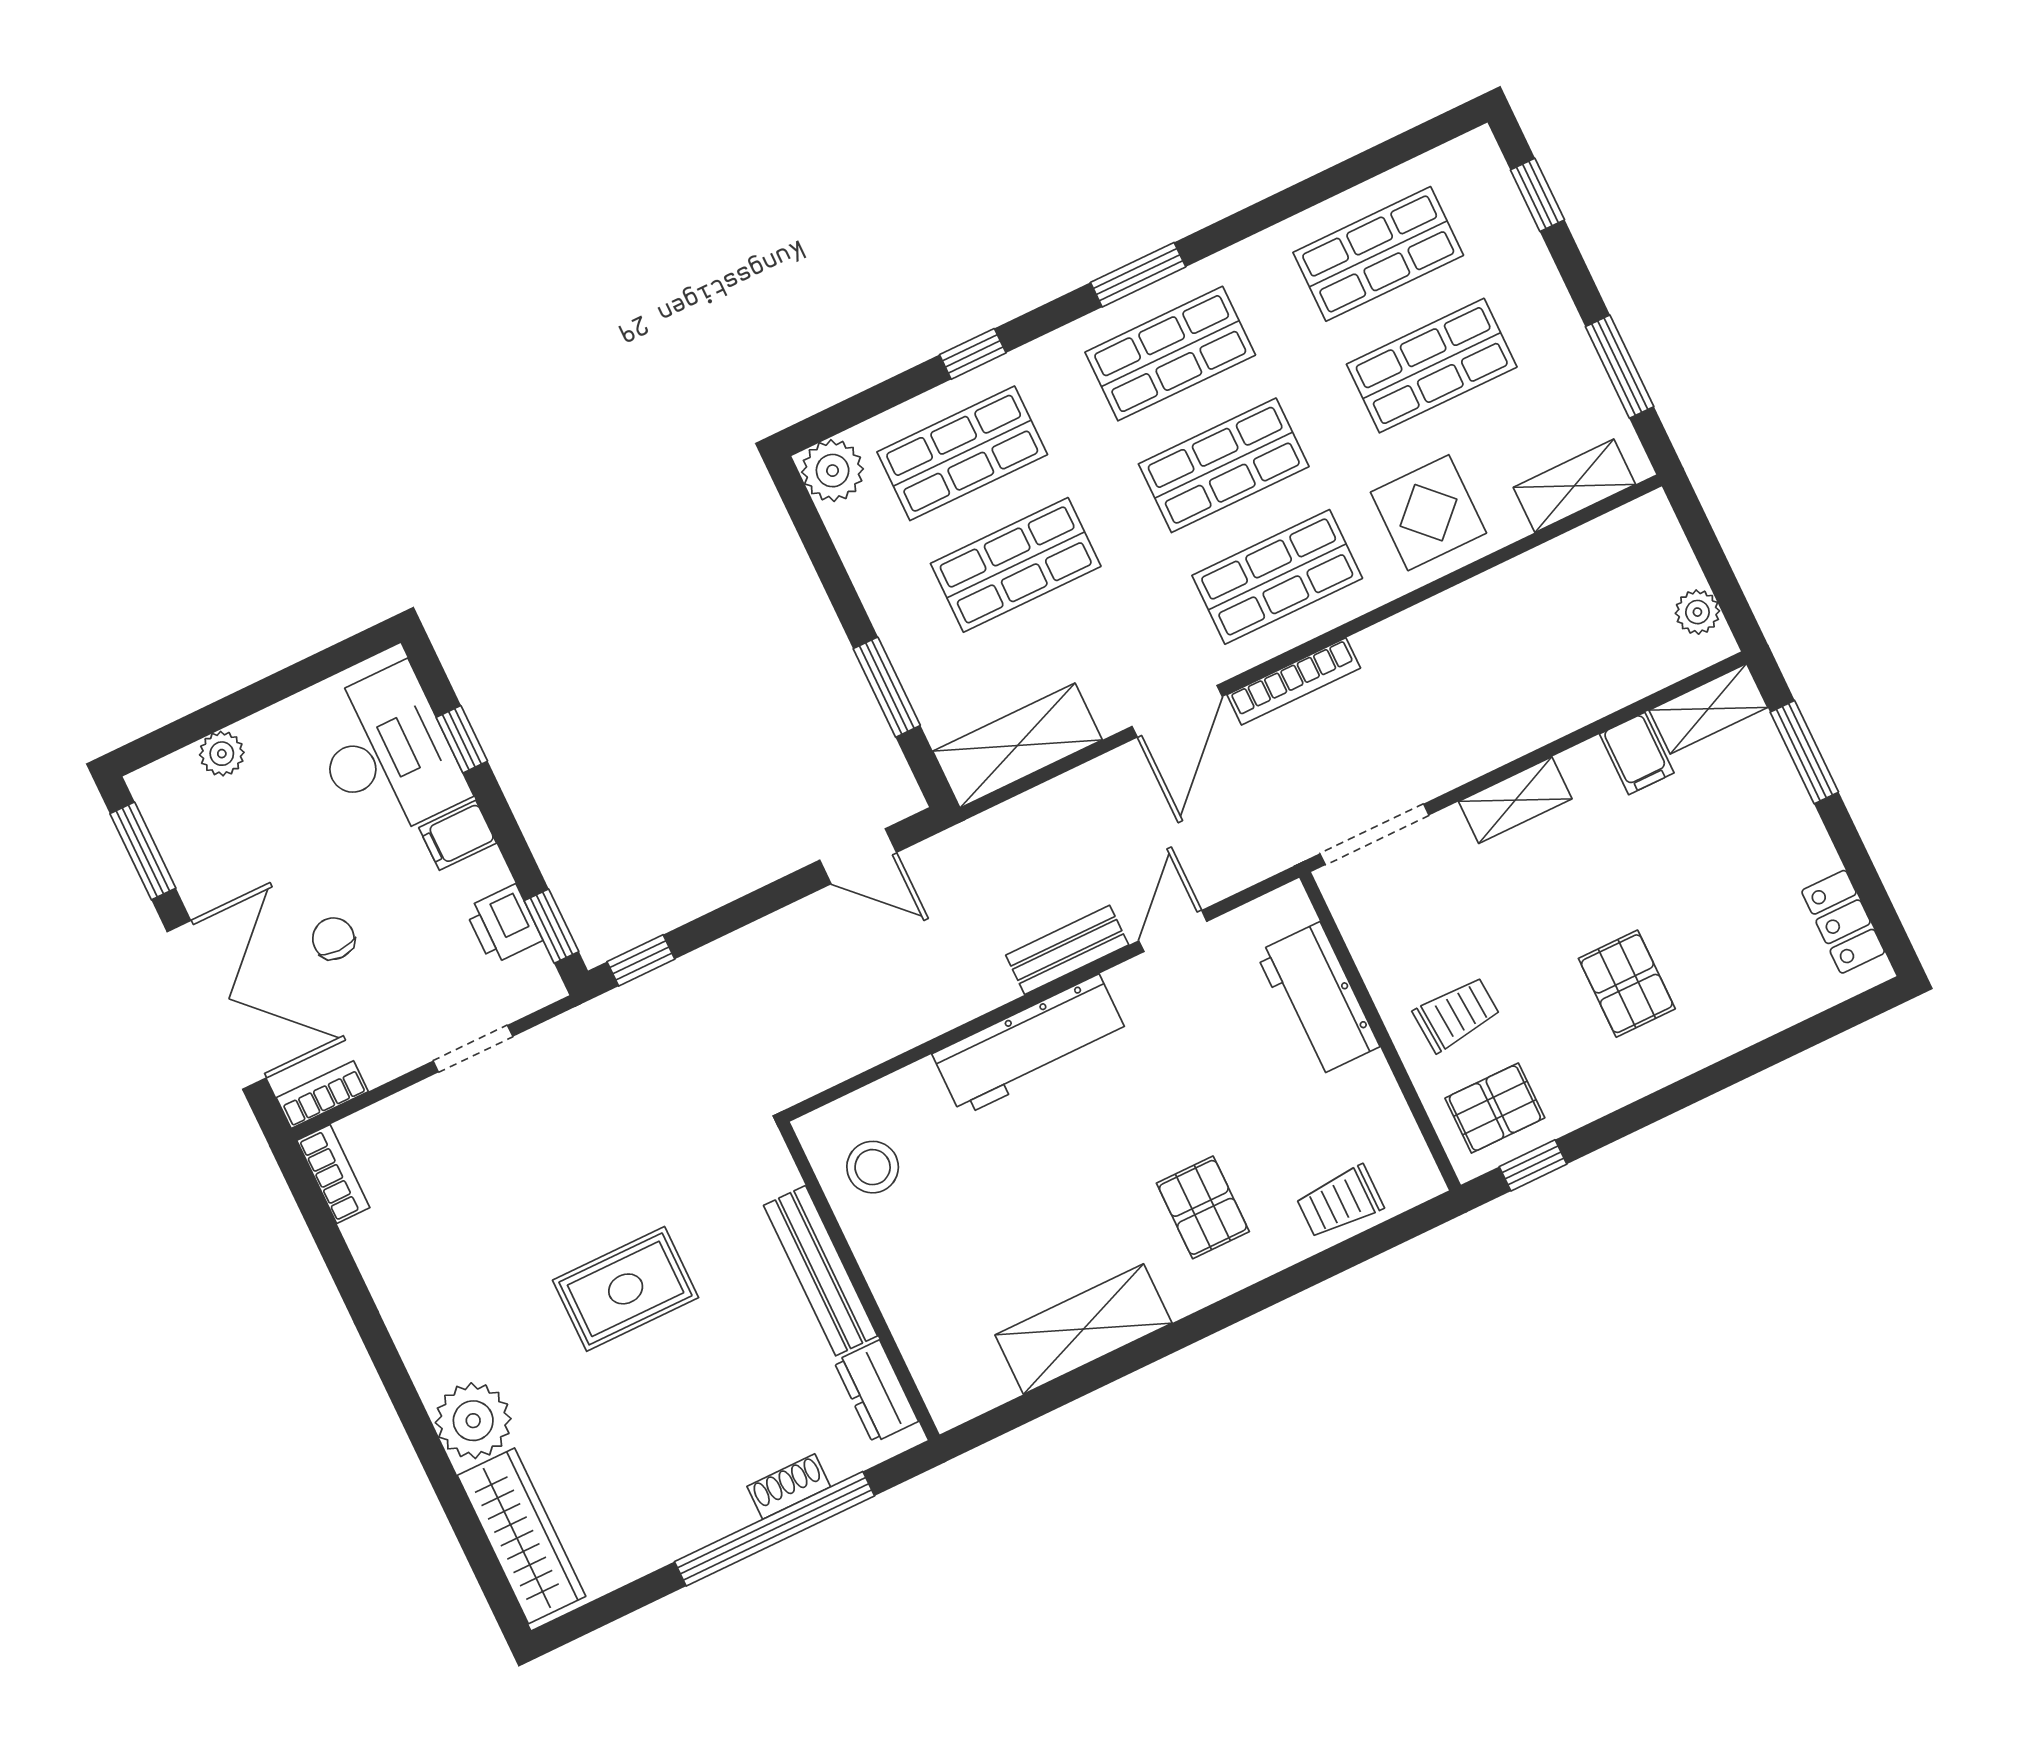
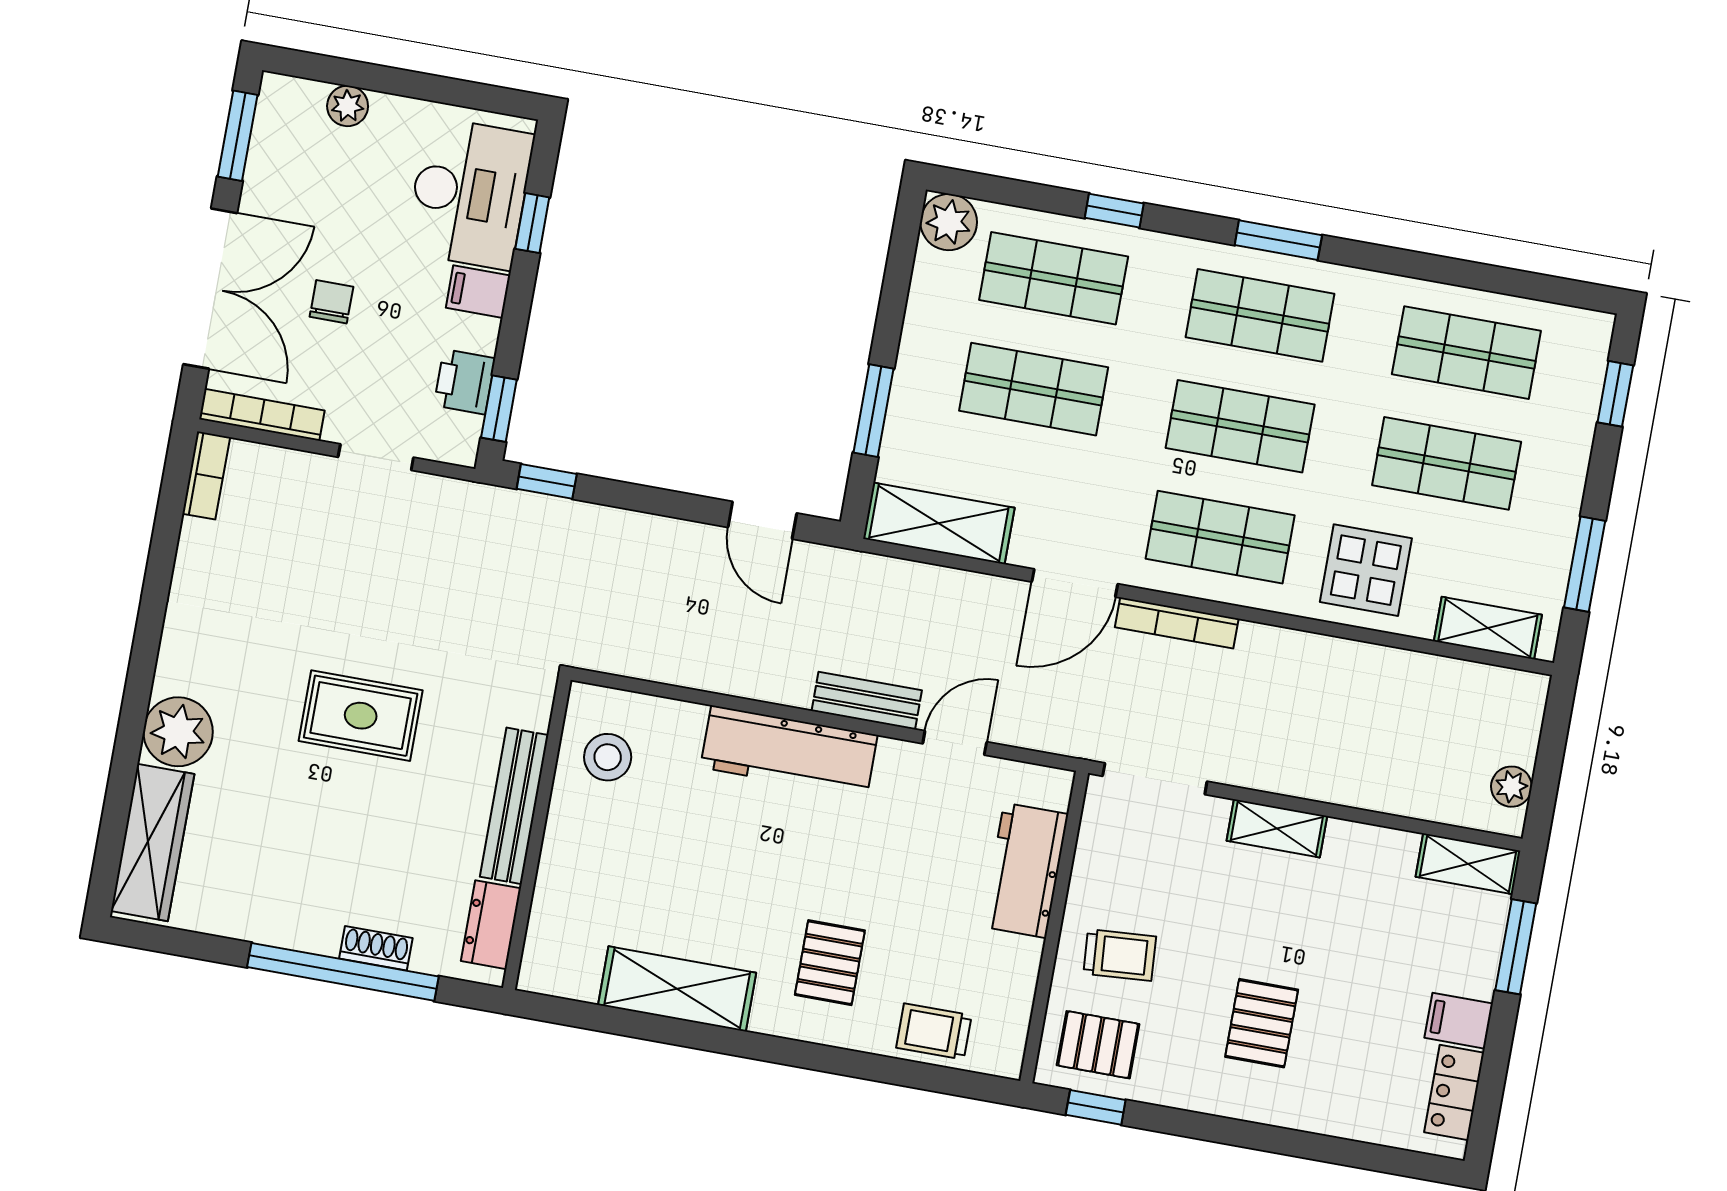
filing cabinet: (1637, 753) -> (1459, 1021), moved, turned 90
bookcase: (322, 1095) -> (262, 415), width x1.56

